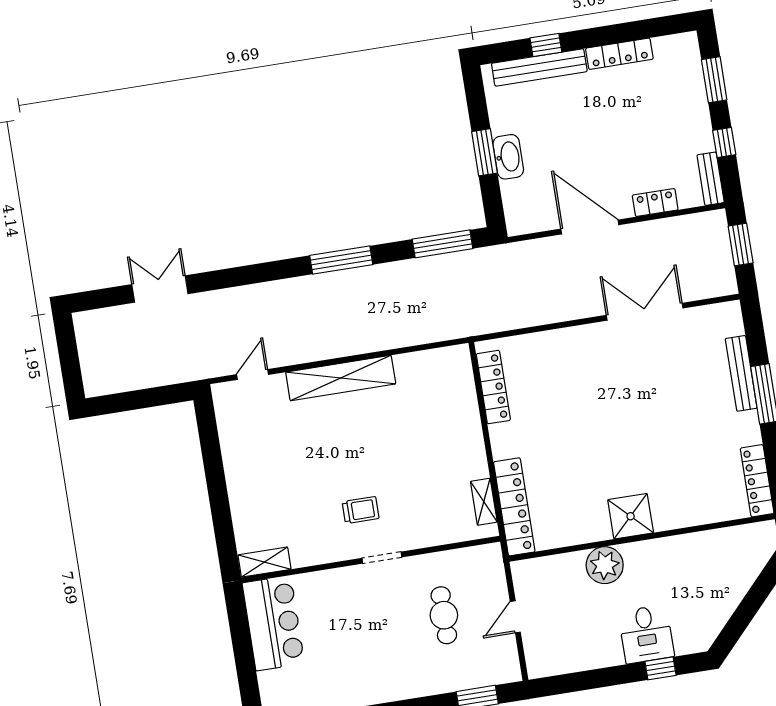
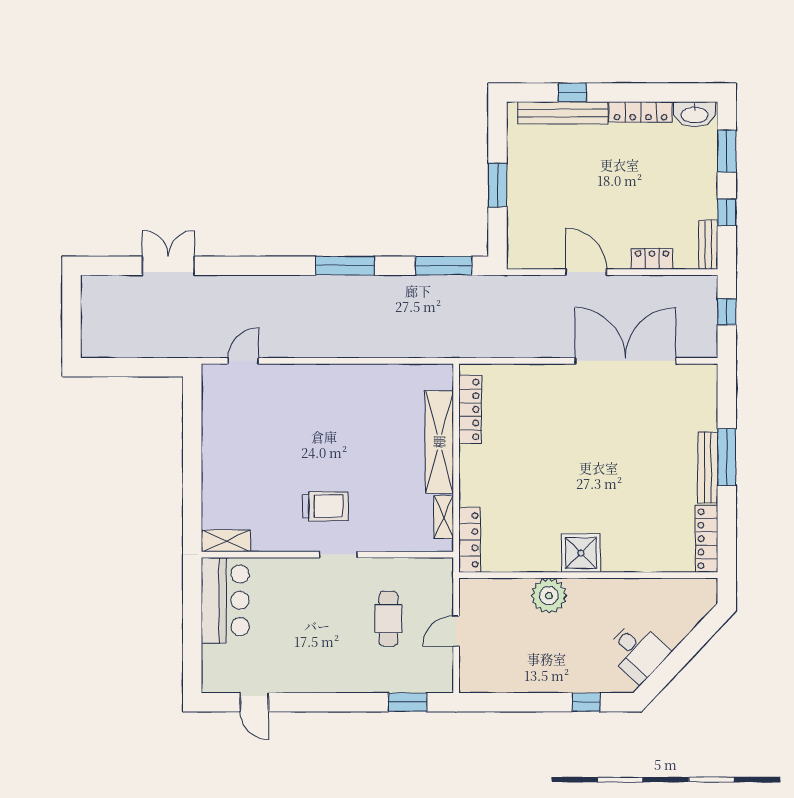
washbasin: (508, 157) -> (695, 114), moved, turned 90
door: (590, 227) -> (586, 272), width x0.73
window: (741, 244) -> (727, 312), width x0.67
double door: (645, 312) -> (625, 361), width x1.36
bench: (741, 373) -> (708, 468), moved
shelving: (341, 378) -> (439, 442), moved, turned 90
locker: (514, 507) -> (470, 540), width x0.71, depth x0.83
trolley: (361, 510) -> (325, 506), width x1.36, depth x1.39
desk: (646, 634) -> (637, 651), moved, turned -47

